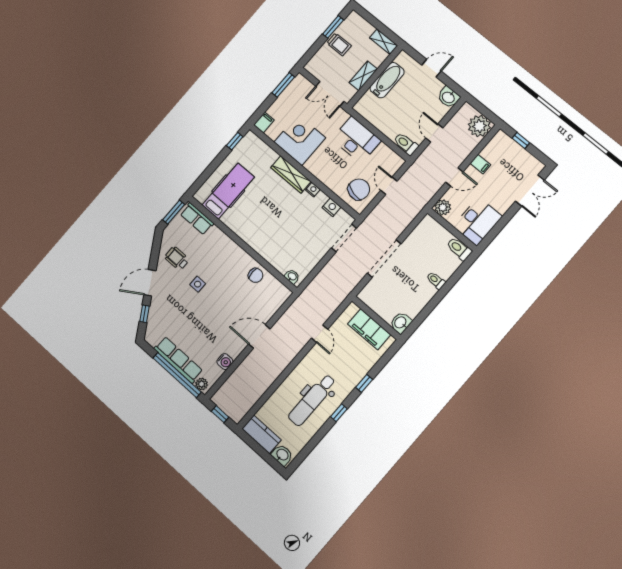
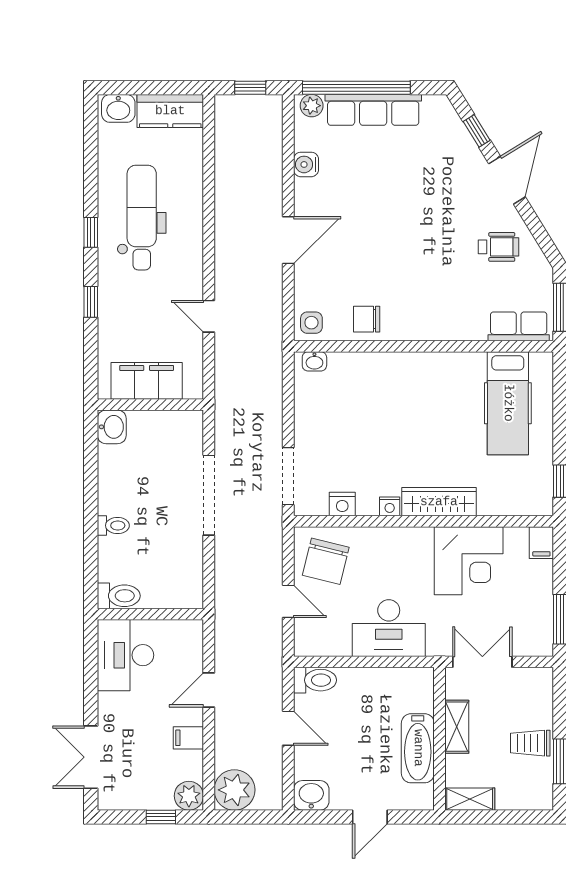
plant: (443, 207) -> (189, 796), moved
side table: (198, 284) -> (311, 323), moved

